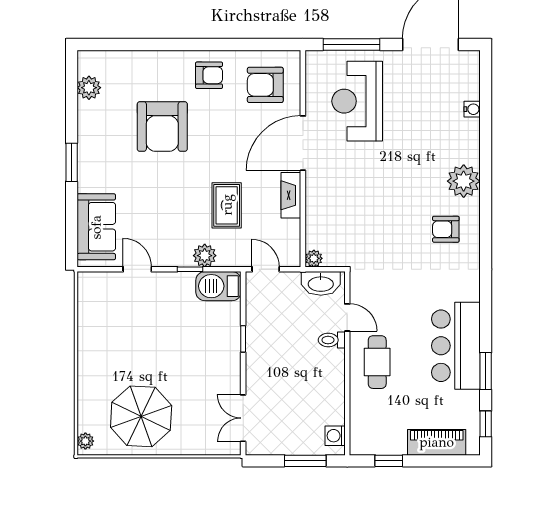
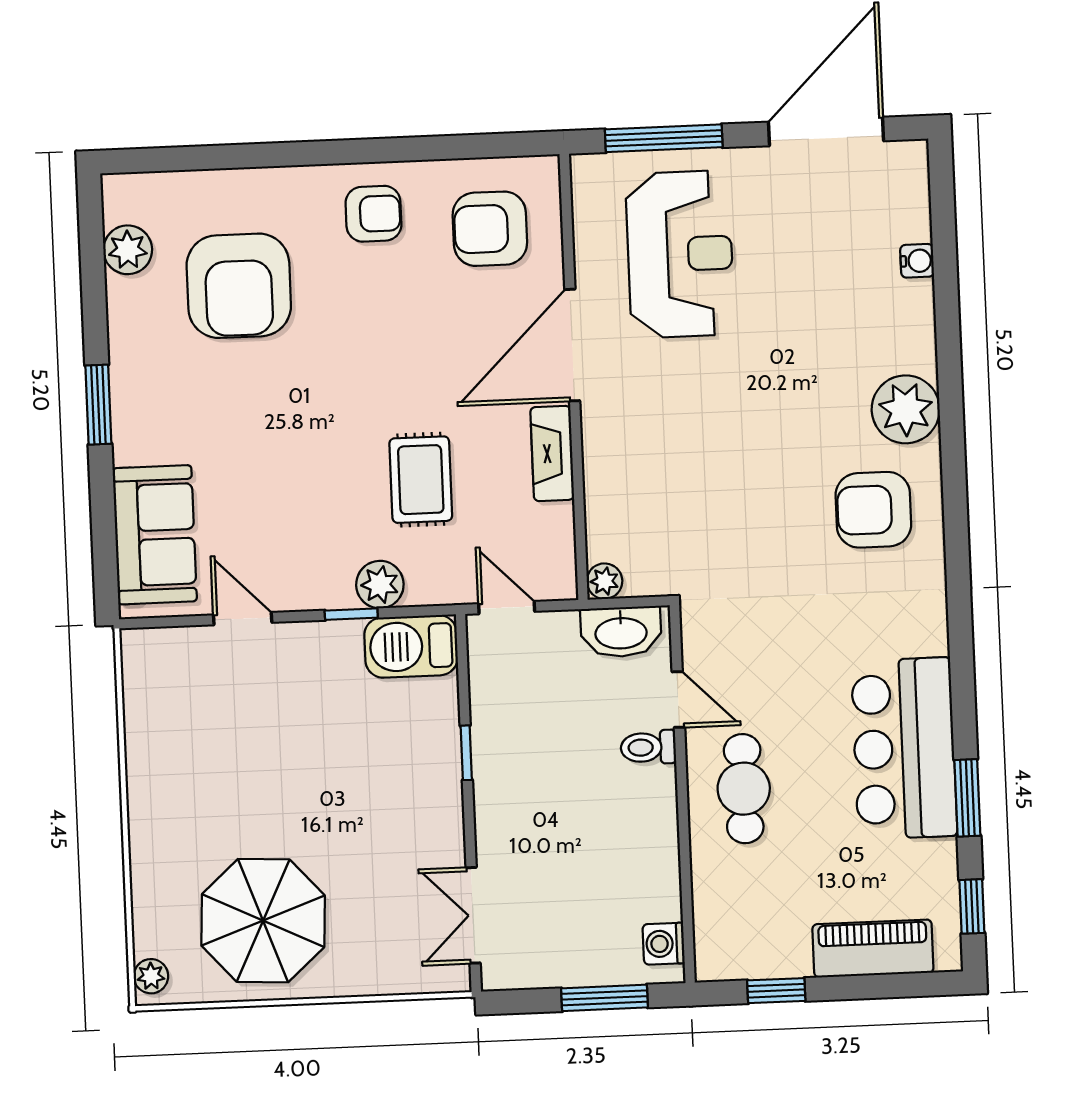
reception desk: (357, 101) -> (680, 254), turned 180
armchair: (162, 127) -> (239, 286), moved
armchair: (446, 229) -> (873, 510), width x1.38, depth x1.38

